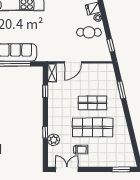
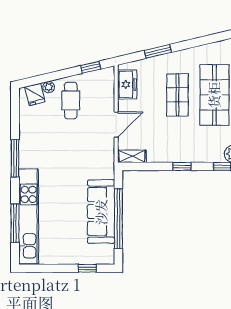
door: (73, 62) -> (116, 125), hinge flipped
freezer: (99, 70) -> (127, 85), added
window: (45, 91) -> (182, 166), moved

